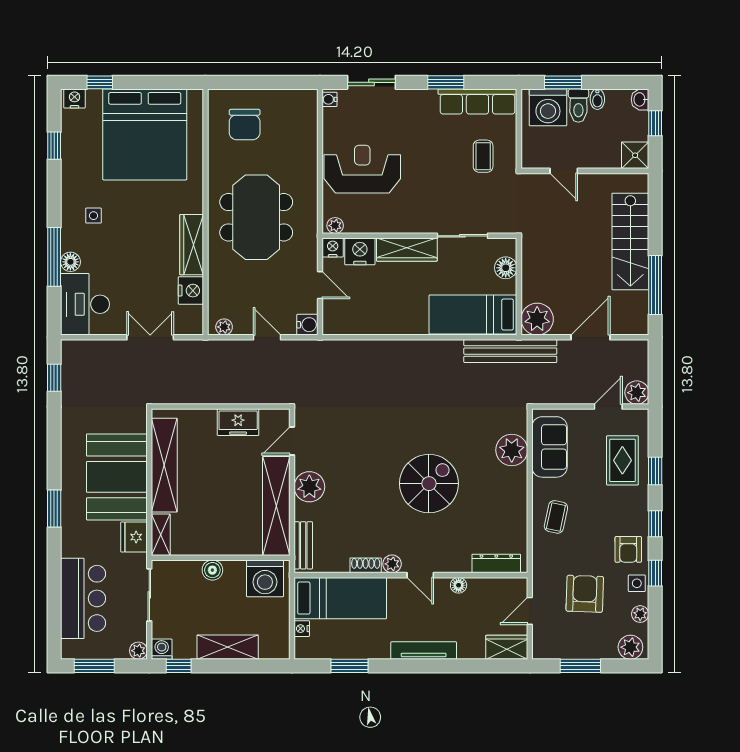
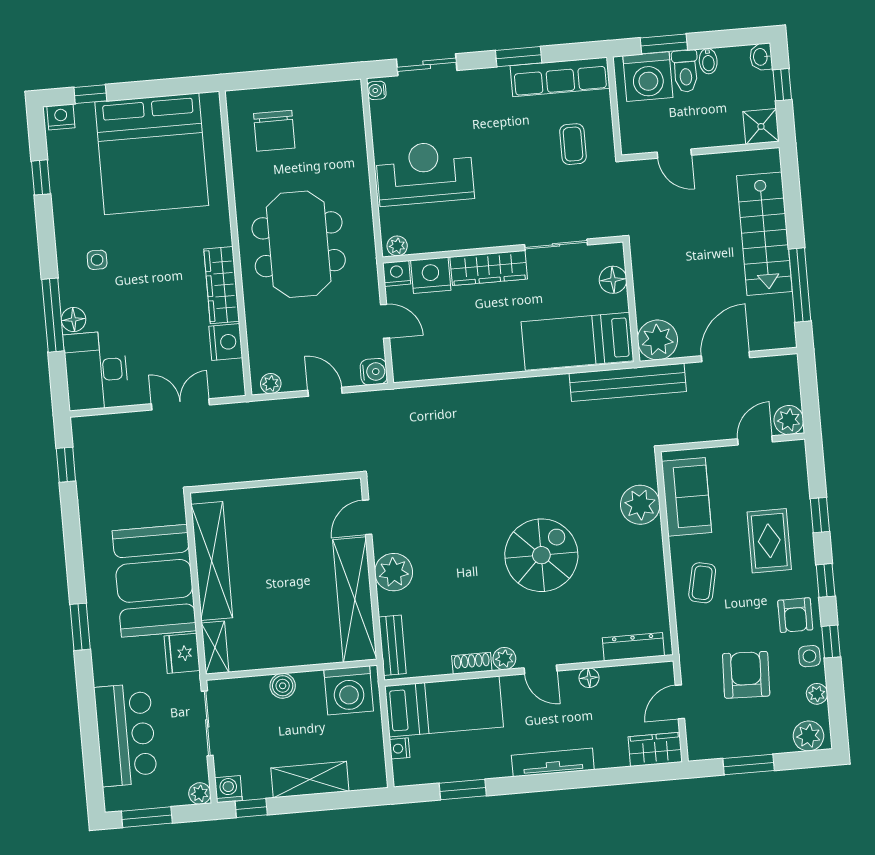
freezer: (238, 422) -> (298, 500), removed
rug: (622, 460) -> (769, 541), moved

